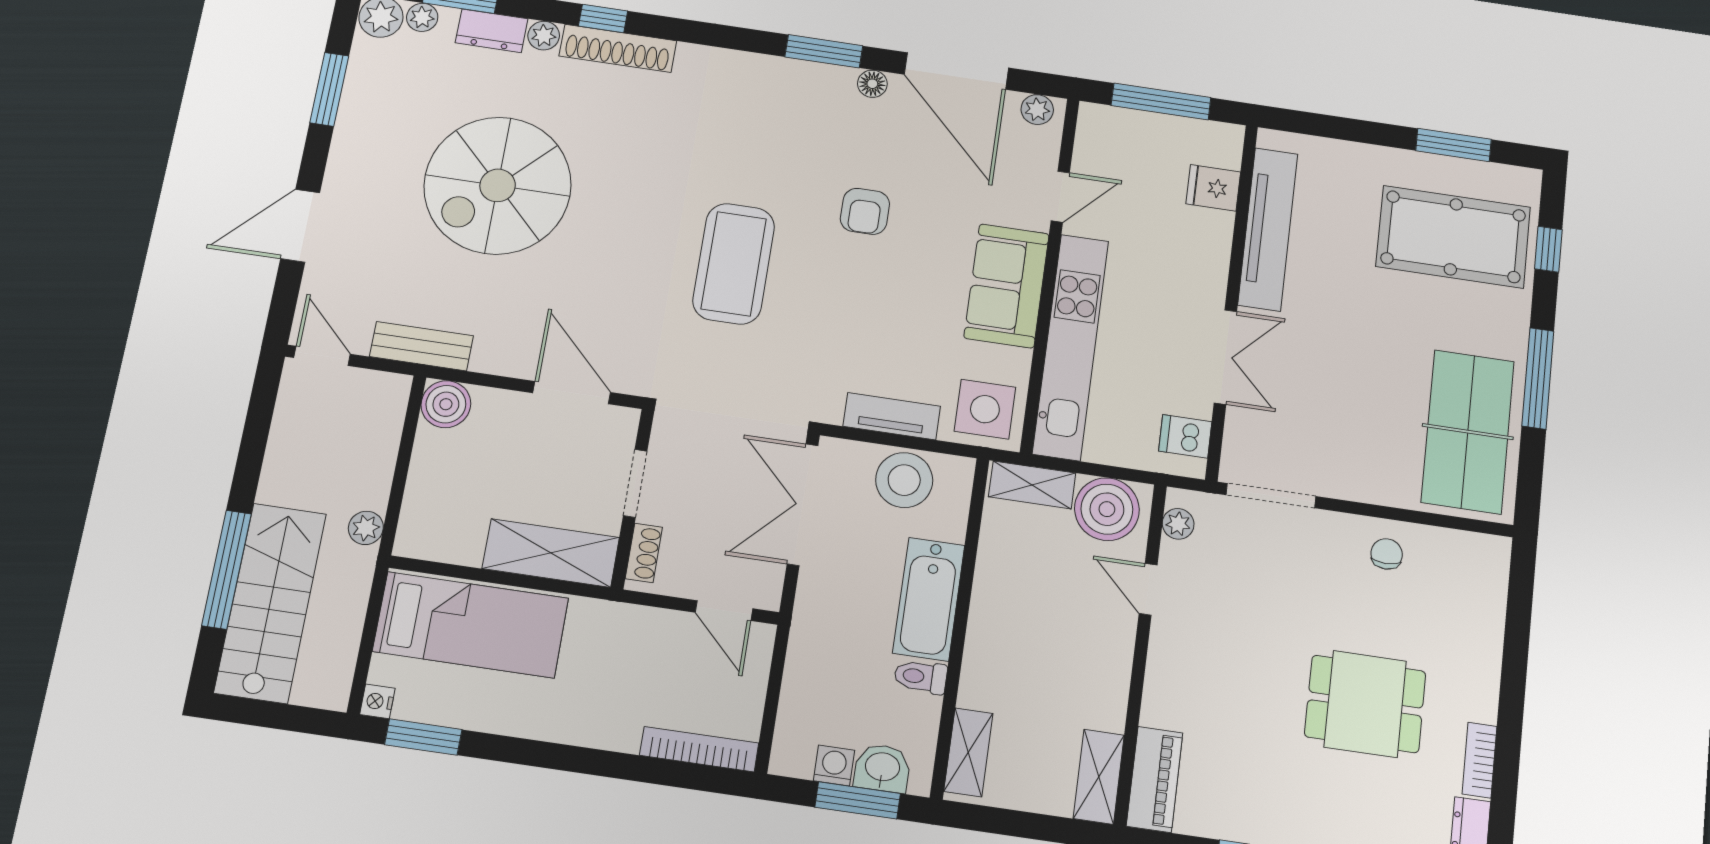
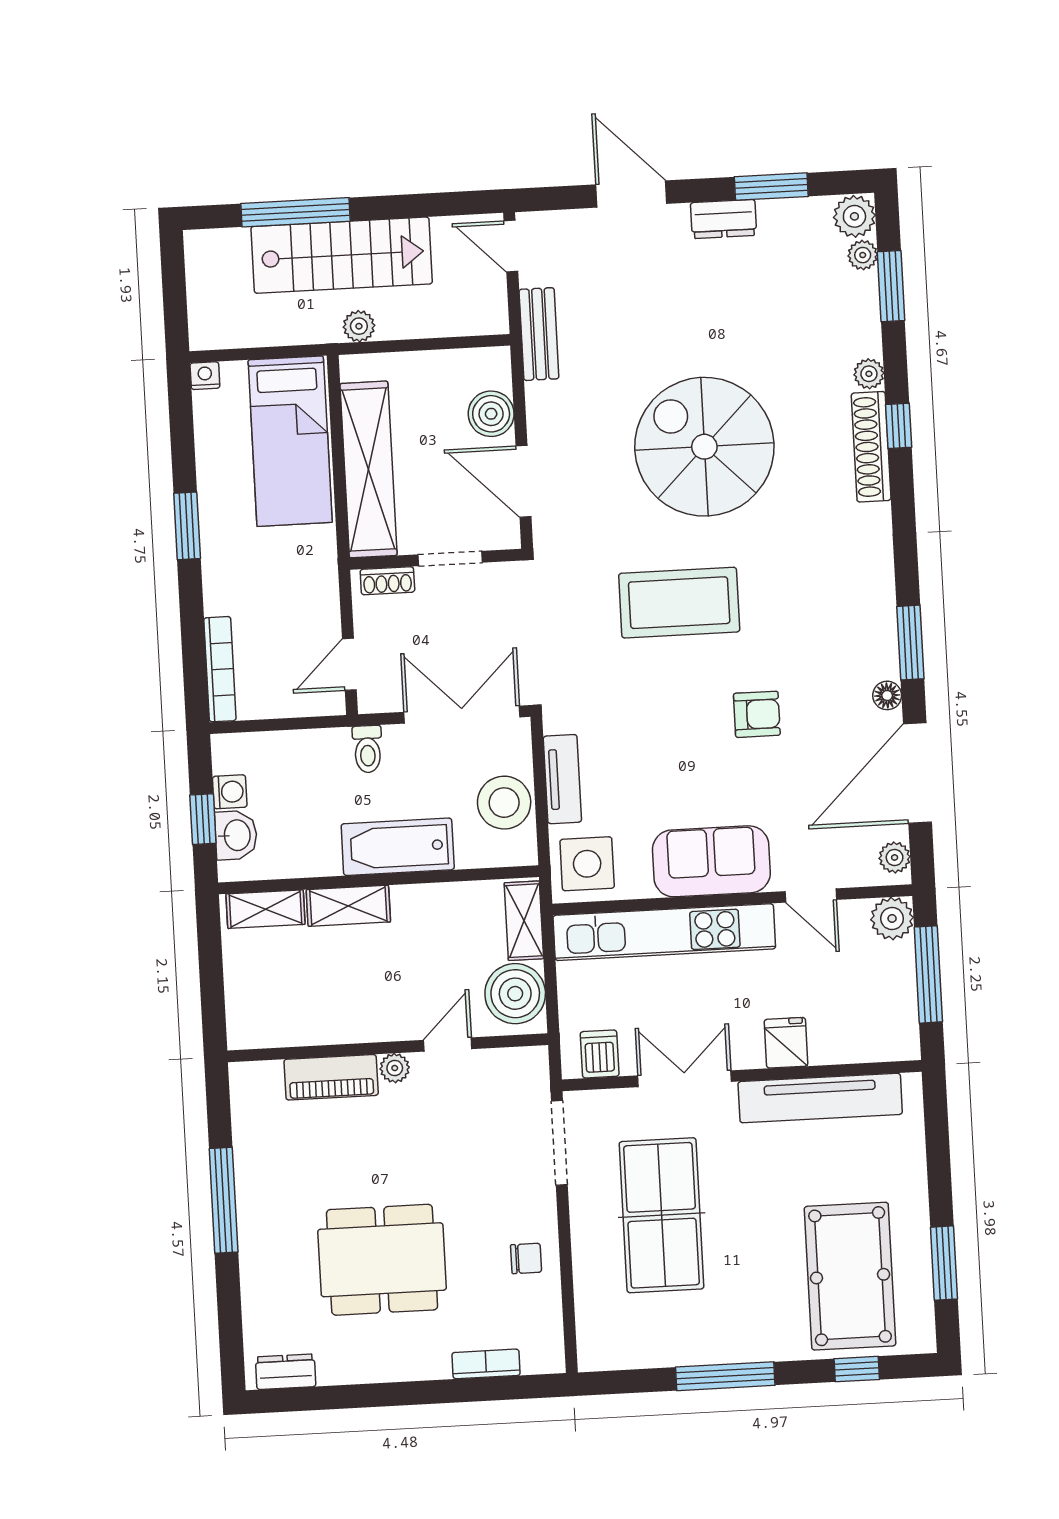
dresser: (492, 31) -> (724, 219), moved, turned -90
plant: (1098, 124) -> (892, 918), added
spiral stairs: (498, 185) -> (704, 447), moved
fridge: (1213, 188) -> (786, 1043), moved
armchair: (865, 211) -> (757, 714), turned 180
door: (322, 356) -> (511, 246), swing flipped
double door: (1225, 357) -> (685, 1079), swing flipped
door: (572, 393) -> (524, 481), swing flipped
boiler: (446, 404) -> (491, 414), moved
table tennis table: (1468, 432) -> (662, 1215), moved, turned 90
plant: (1178, 524) -> (395, 1068), moved
shelving: (551, 553) -> (369, 469), width x1.47
stairs: (270, 603) -> (342, 255), moved
toilet: (921, 677) -> (368, 749), moved, turned 180
dining table: (1365, 704) -> (382, 1260), width x1.37
window: (423, 737) -> (187, 526), moved
bookcase: (1479, 760) -> (486, 1364), moved
shelving: (1099, 777) -> (348, 906), moved
piano: (1155, 779) -> (331, 1077), moved
window: (858, 800) -> (203, 819), width x0.67

